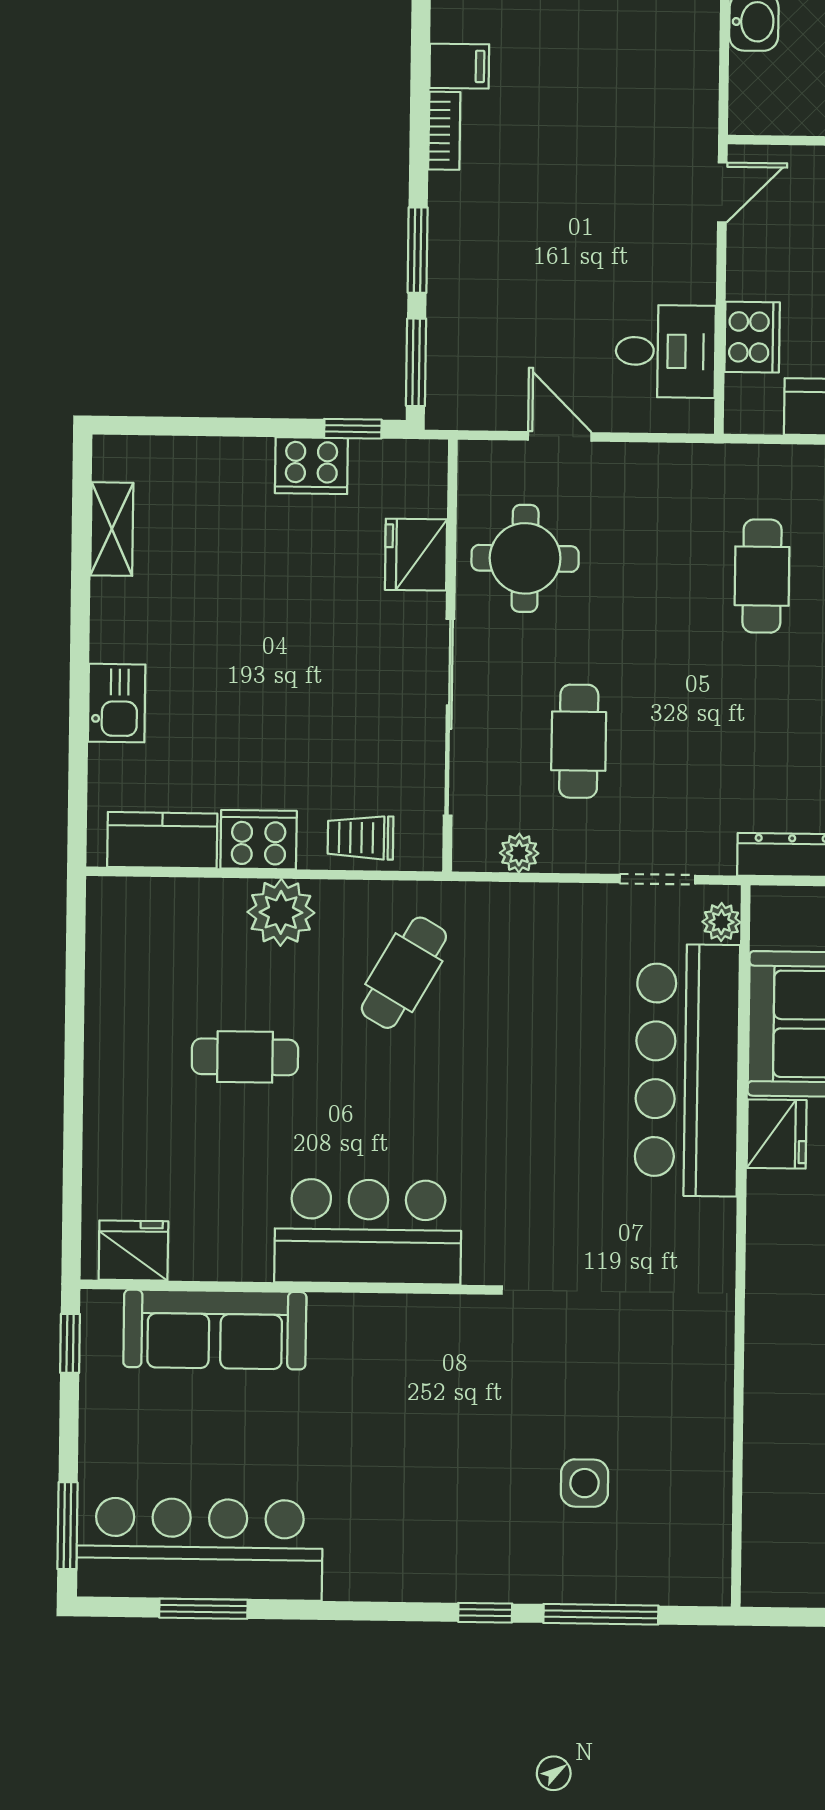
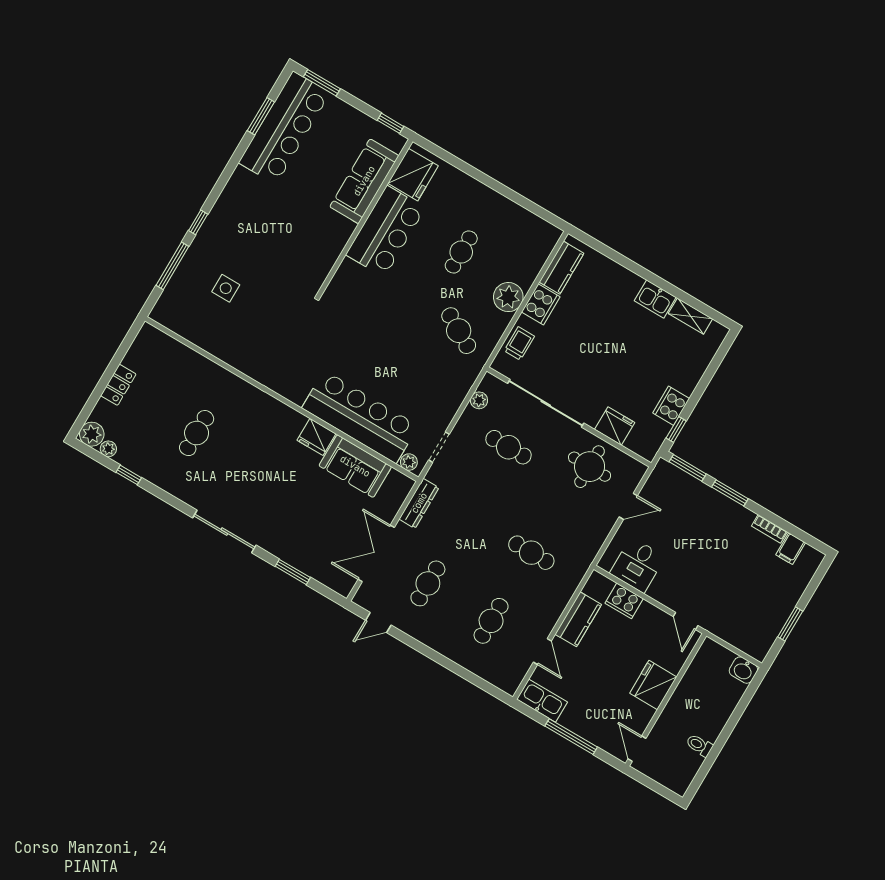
kitchen sink: (117, 703) -> (655, 299), moved
bar counter: (368, 1232) -> (386, 231), moved
fridge: (133, 1250) -> (413, 175), width x1.36, depth x1.34

